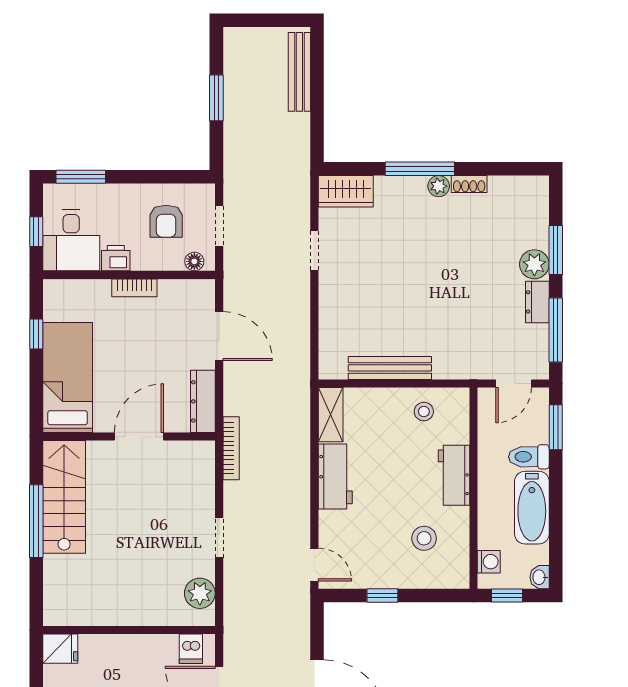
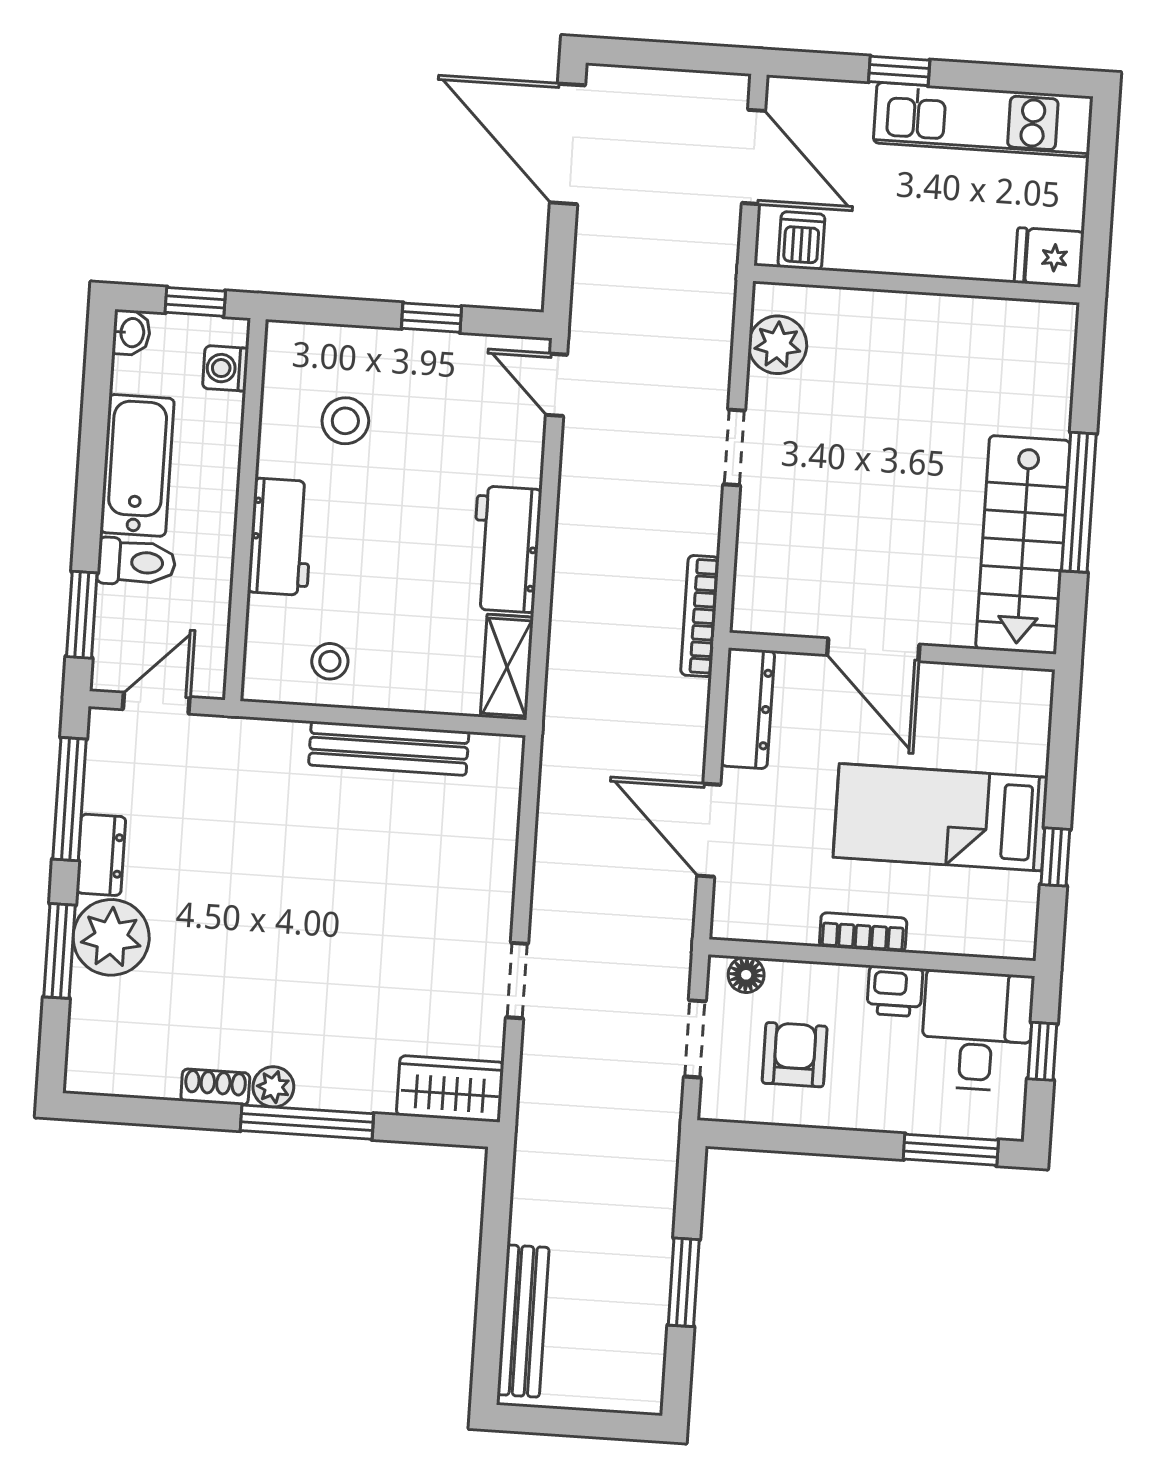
plant: (534, 264) -> (111, 937), width x1.36, depth x1.36
bed: (68, 378) -> (941, 817), moved, turned 90
door: (139, 437) -> (873, 650), hinge flipped

